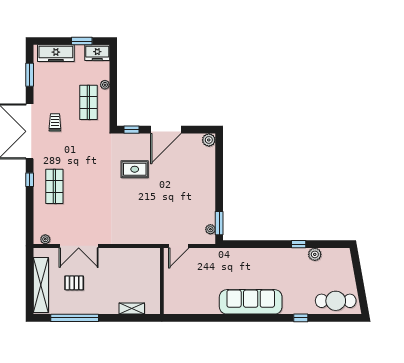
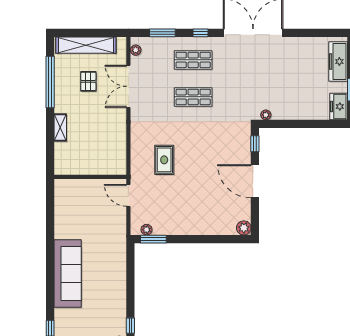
window: (30, 75) -> (162, 33), moved
plant: (105, 85) -> (266, 115), moved
shop shelf: (88, 102) -> (193, 97), moved
trolley: (55, 122) -> (263, 60), removed
rug: (135, 169) -> (164, 160), moved
shelving: (132, 309) -> (60, 127), moved

